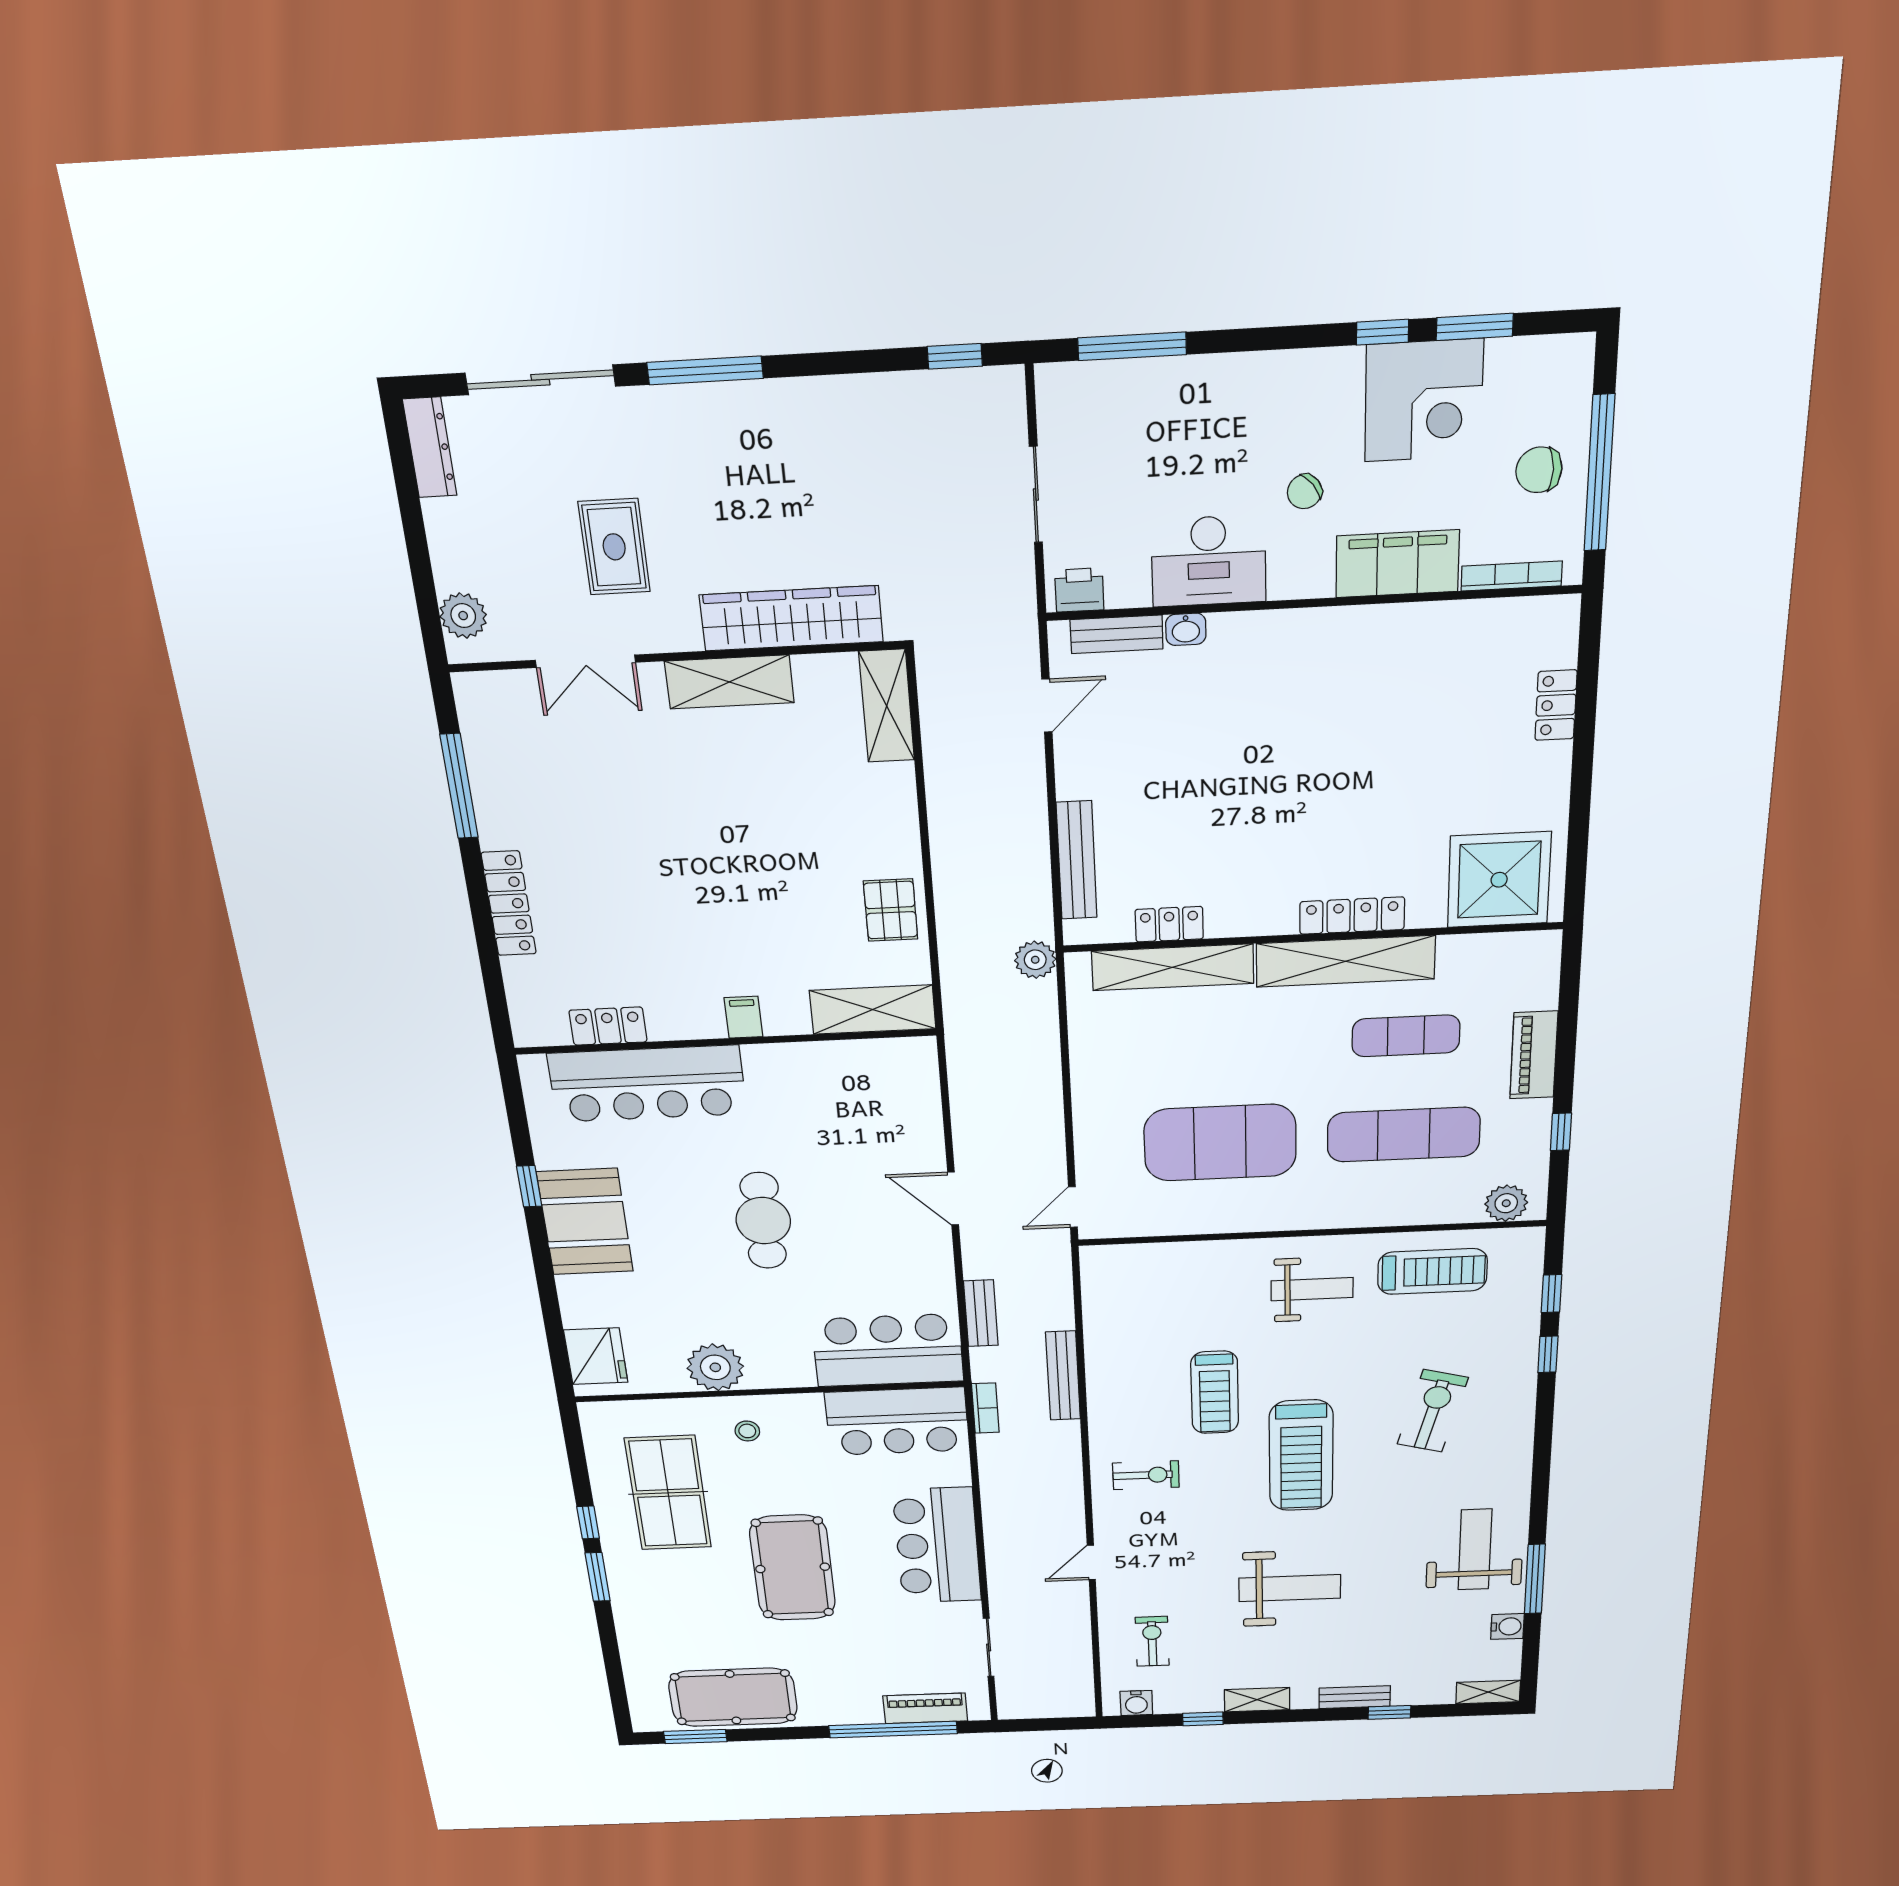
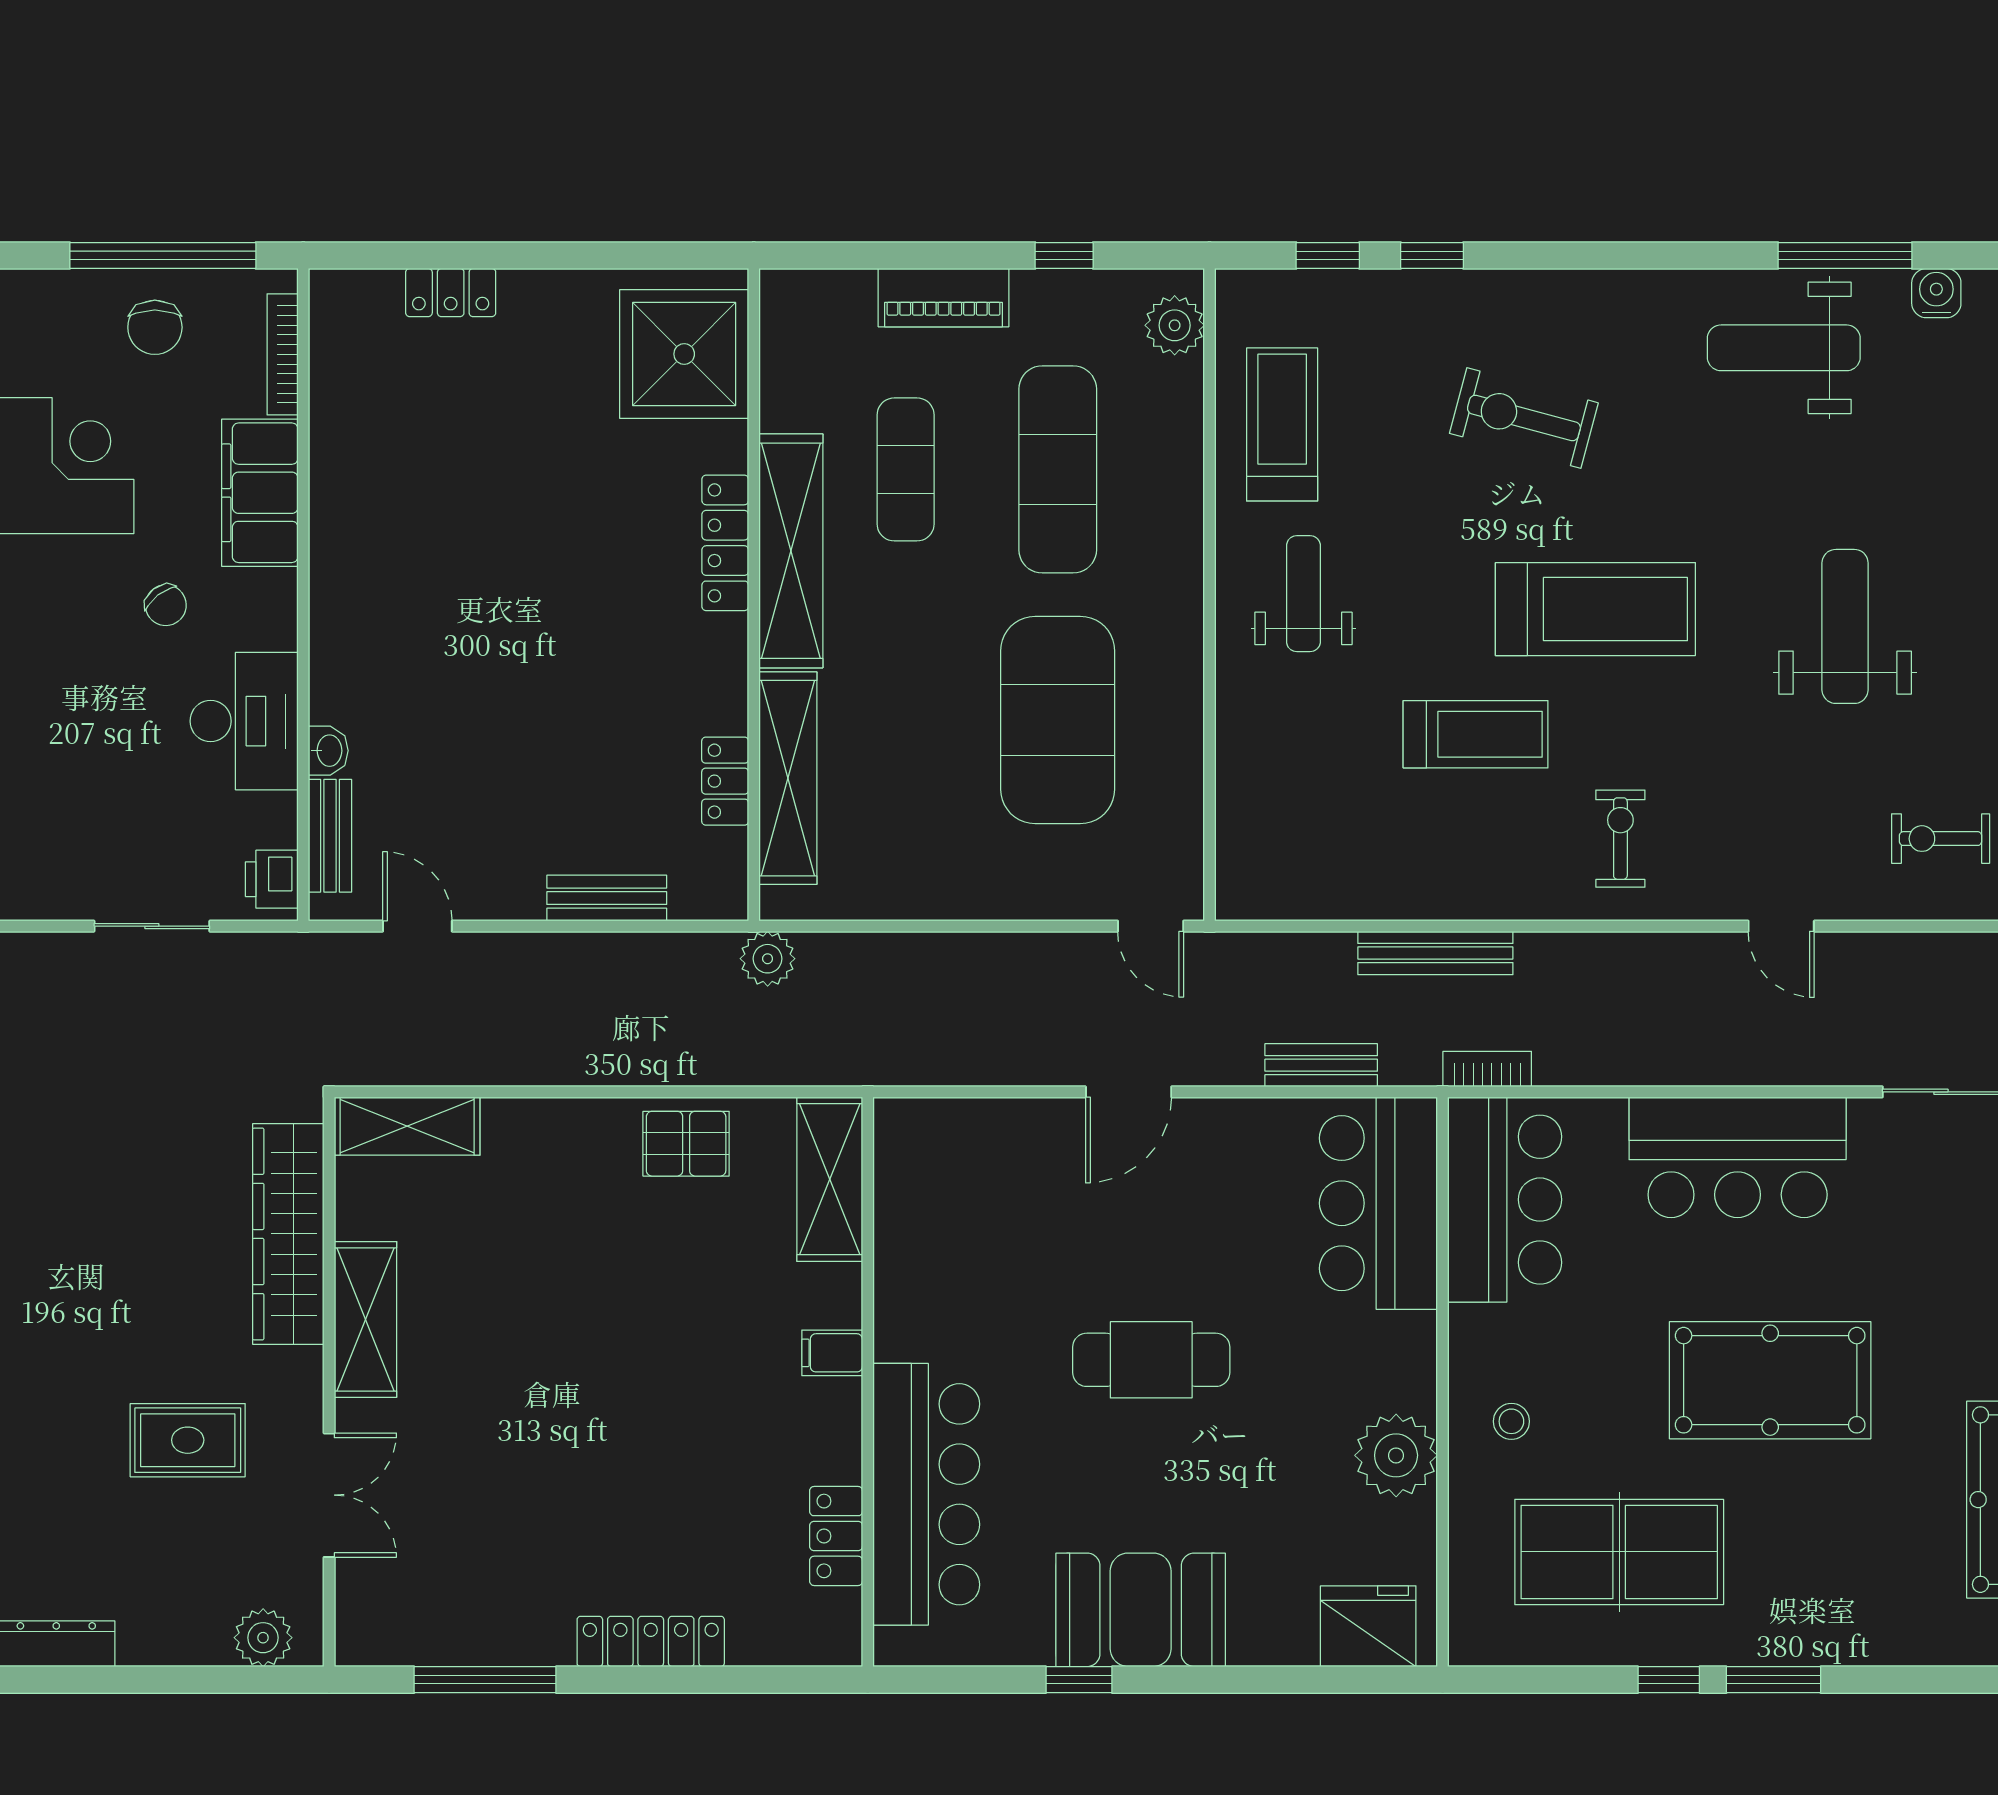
bench: (1077, 860) -> (607, 898), width x0.73

